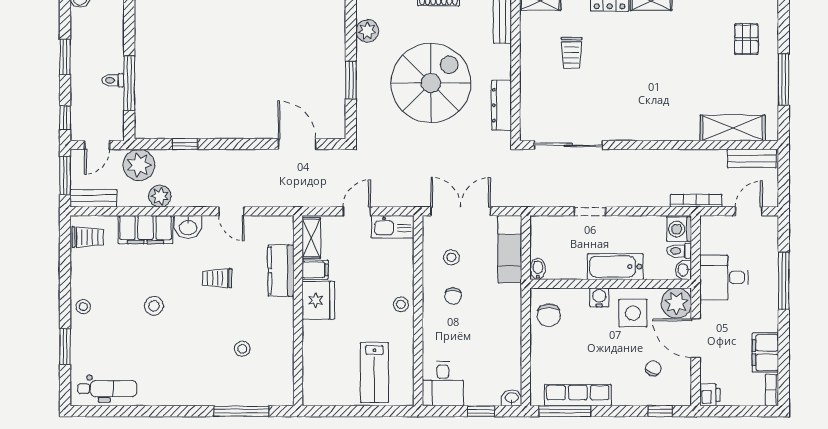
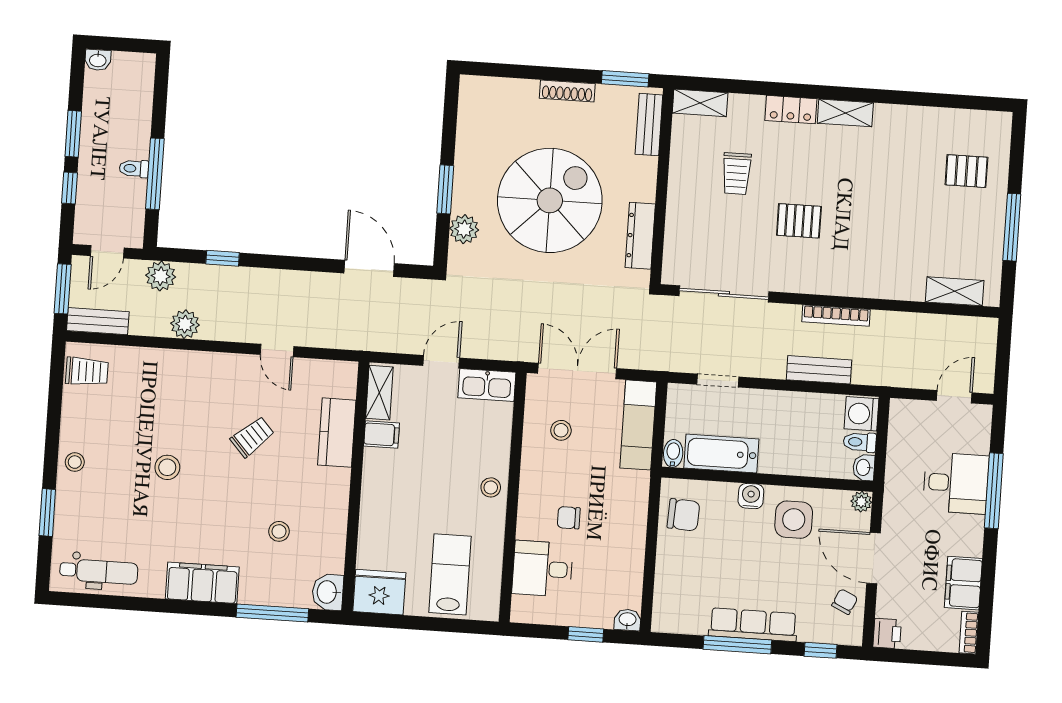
plant: (367, 31) -> (464, 229), moved
pallet: (746, 39) -> (966, 171), turned 90
pallet: (621, 86) -> (799, 221), added
window: (65, 118) -> (69, 188), moved
shelving: (733, 128) -> (955, 291), width x0.67, depth x0.75
bench: (752, 158) -> (819, 370), moved
plant: (139, 165) -> (161, 276), width x0.73, depth x0.73
bookcase: (696, 201) -> (836, 316), moved, turned 180
doorway: (590, 211) -> (718, 381), moved
washbasin: (188, 227) -> (328, 592), moved, turned 90
filing cabinet: (145, 230) -> (202, 583), moved, turned 180
bathtub: (615, 267) -> (721, 453), moved
desk: (724, 277) -> (956, 483), moved, turned 180
trolley: (217, 278) -> (252, 437), turned 138
chair: (453, 296) -> (569, 518), moved, turned 90
fridge: (318, 300) -> (379, 592), moved, turned -90
plant: (676, 303) -> (861, 502), width x0.53, depth x0.53
chair: (549, 315) -> (683, 515), turned -87
chair: (653, 368) -> (845, 602), moved
lab bench: (374, 373) -> (450, 574), turned 180
desk: (443, 384) -> (542, 569), moved, turned 90
row of seats: (578, 395) -> (753, 625), moved
window: (565, 411) -> (737, 645), moved

